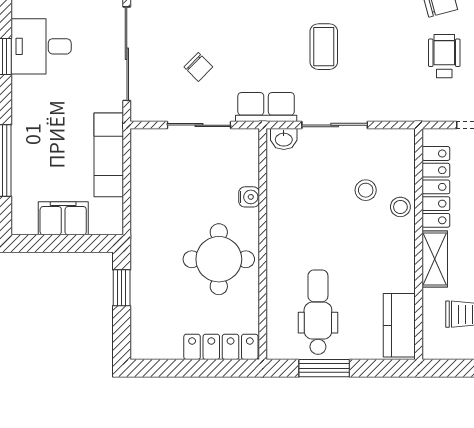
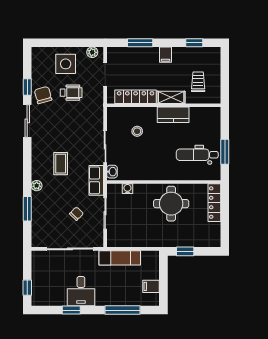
desk: (41, 46) -> (81, 291), moved
coffee table: (324, 47) -> (61, 164), moved, turned 90
wheelchair: (444, 56) -> (71, 93), turned 180
water cooler: (249, 197) -> (127, 189), moved
stool: (400, 207) -> (145, 114), removed
filing cabinet: (63, 218) -> (151, 286), width x0.50
kitchen counter: (399, 325) -> (173, 115), moved

